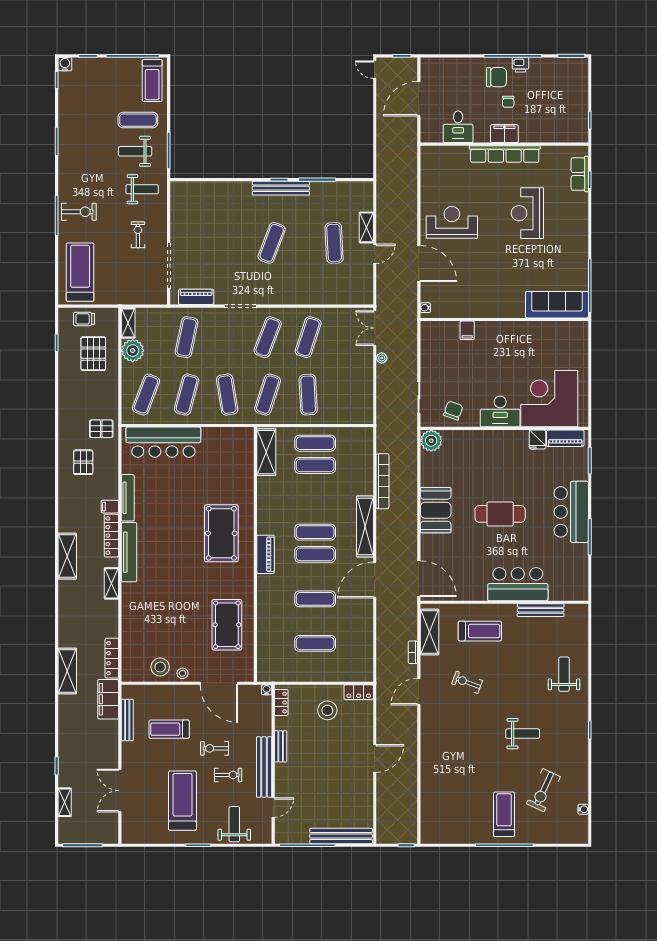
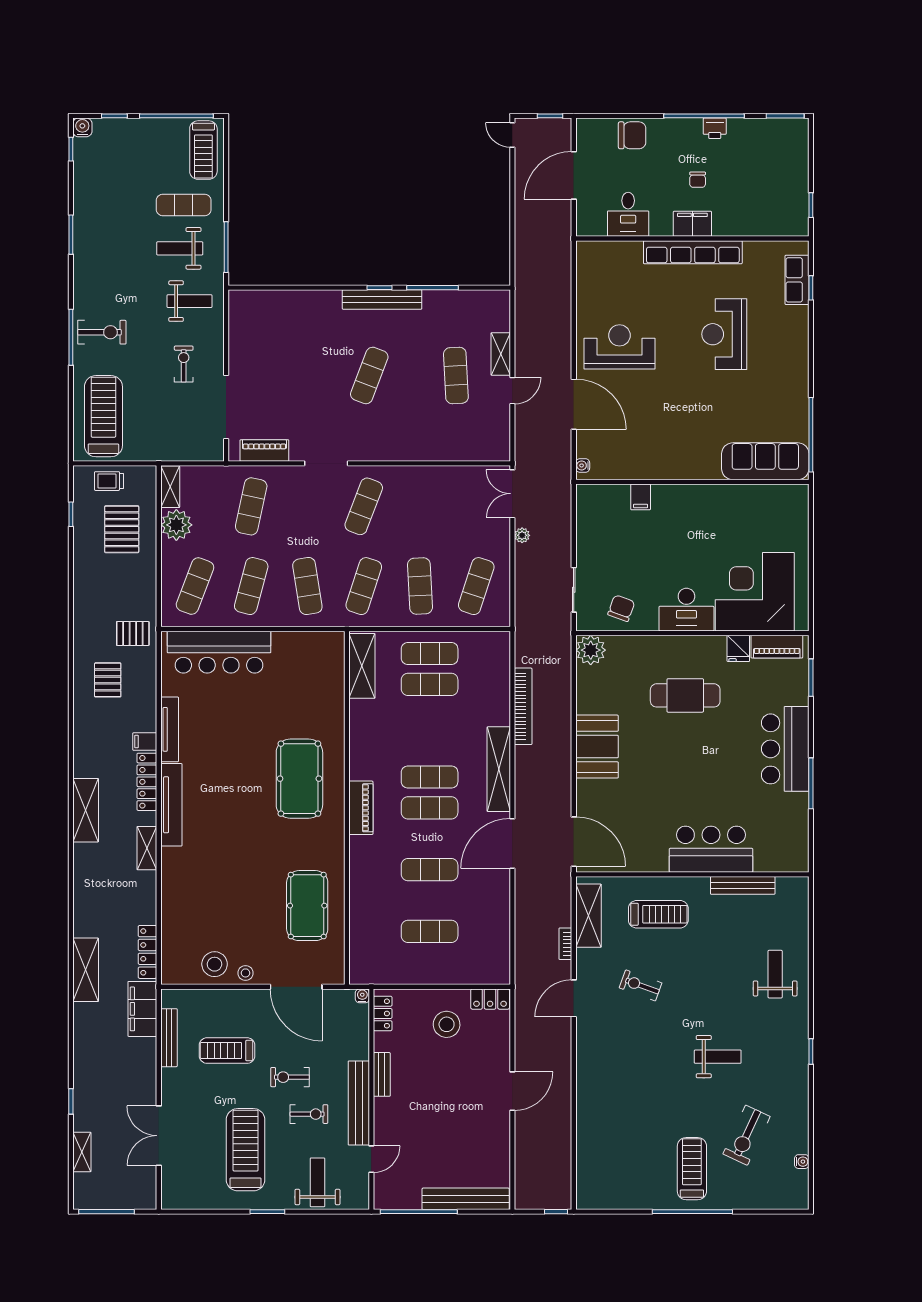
chair: (496, 77) -> (632, 135), moved
exercise mat: (308, 337) -> (476, 586), moved
cafe table: (500, 514) -> (685, 695), moved

